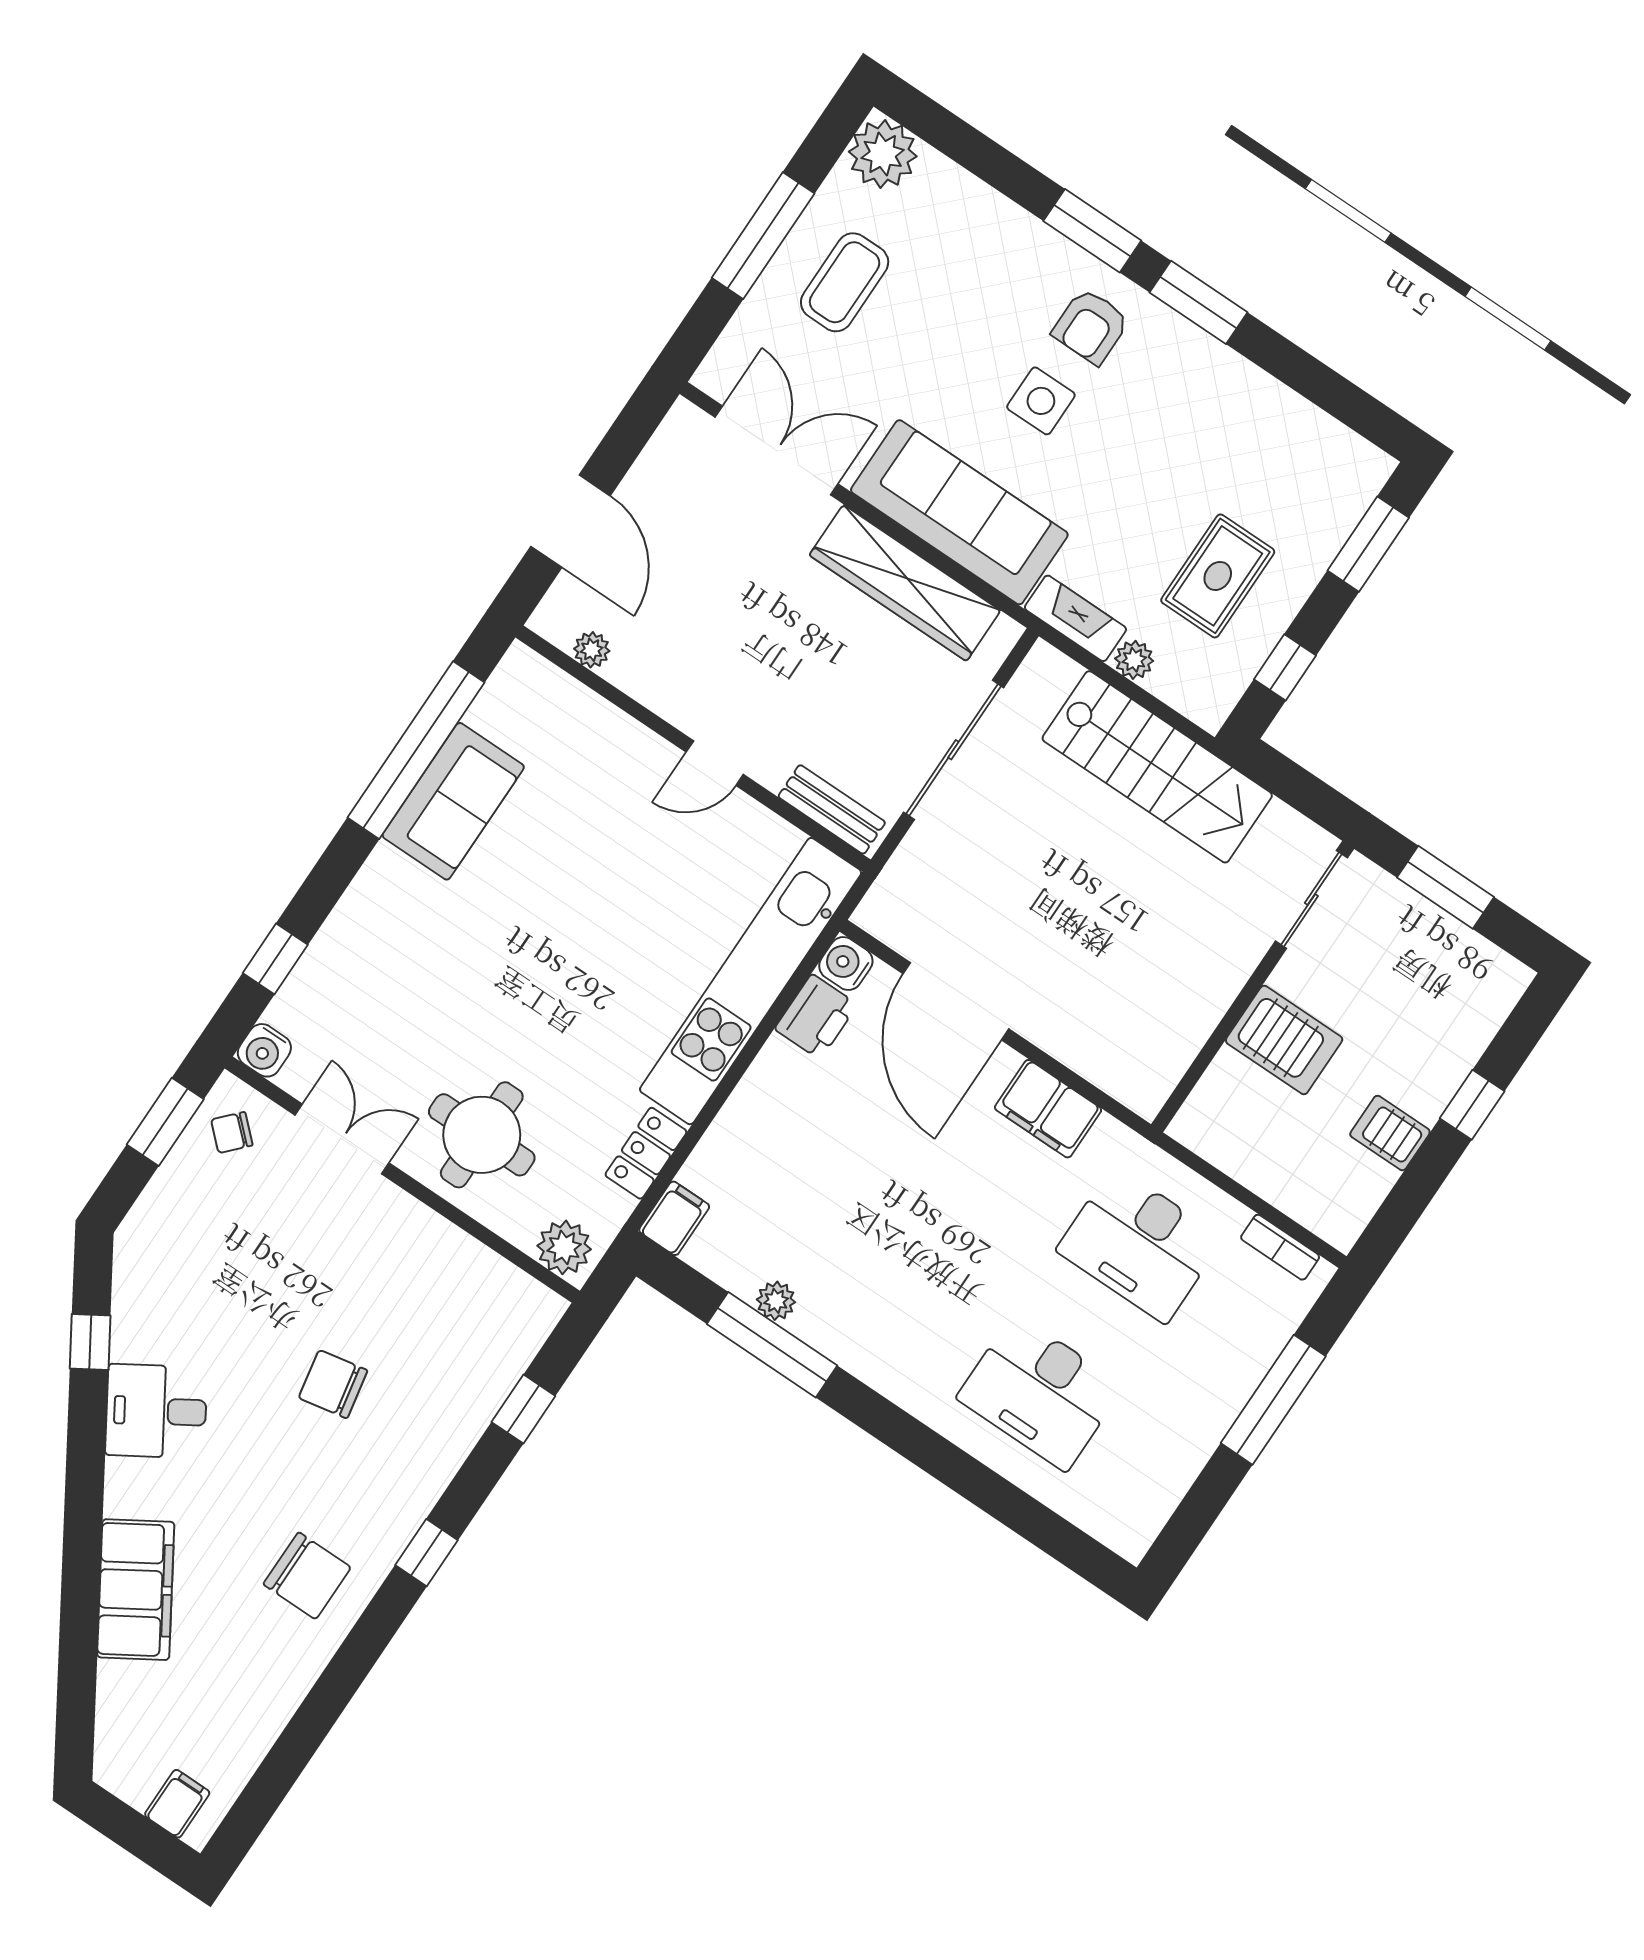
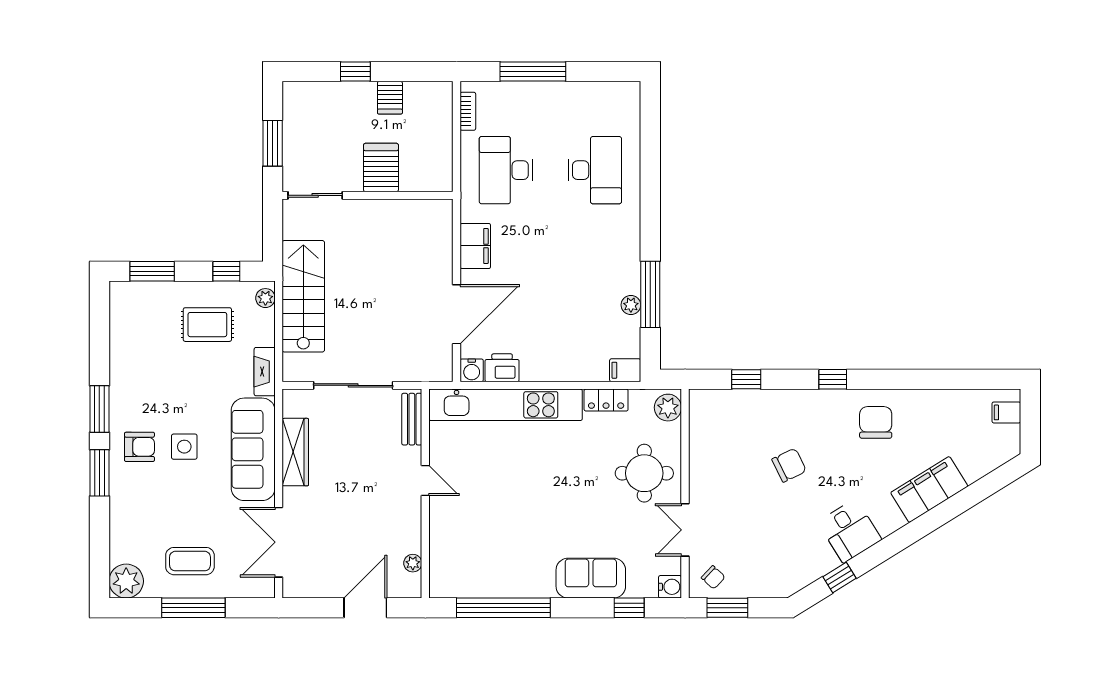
wardrobe: (905, 583) -> (295, 452), width x0.71, depth x0.85
plant: (1134, 660) -> (265, 298), moved
sofa: (453, 801) -> (591, 578), moved
desk: (1140, 1244) -> (506, 170), turned 180
chair: (333, 1384) -> (789, 465), turned -105

